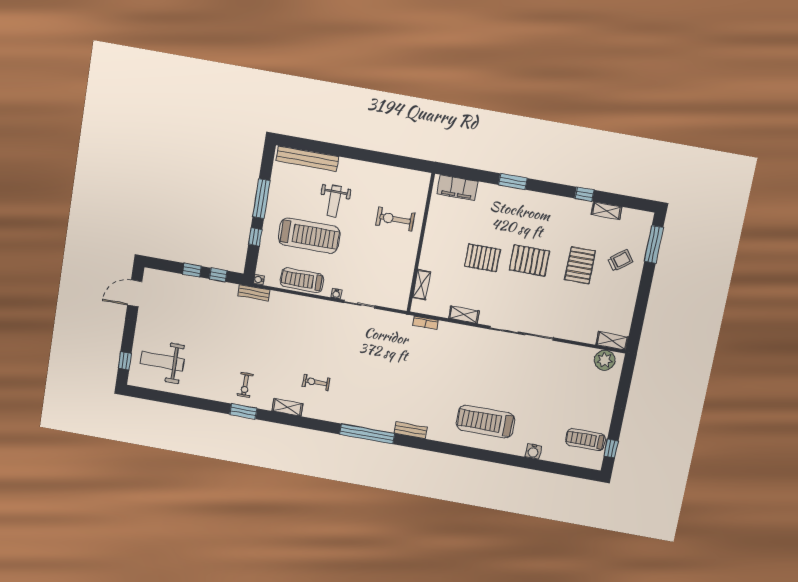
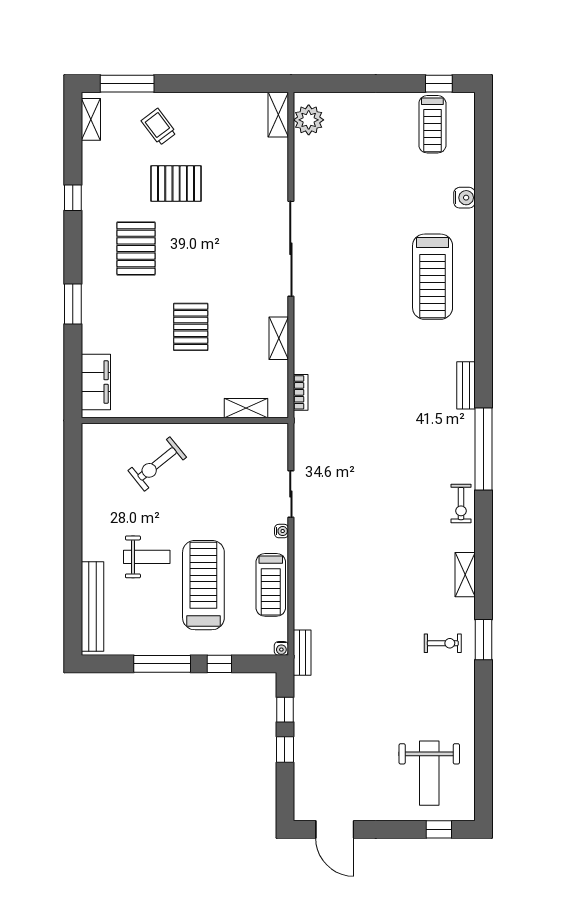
shelving: (606, 211) -> (91, 119), moved
exercise bike: (395, 219) -> (157, 464), turned 51
pallet: (529, 260) -> (136, 248), moved
exercise bike: (316, 382) -> (461, 504), moved

